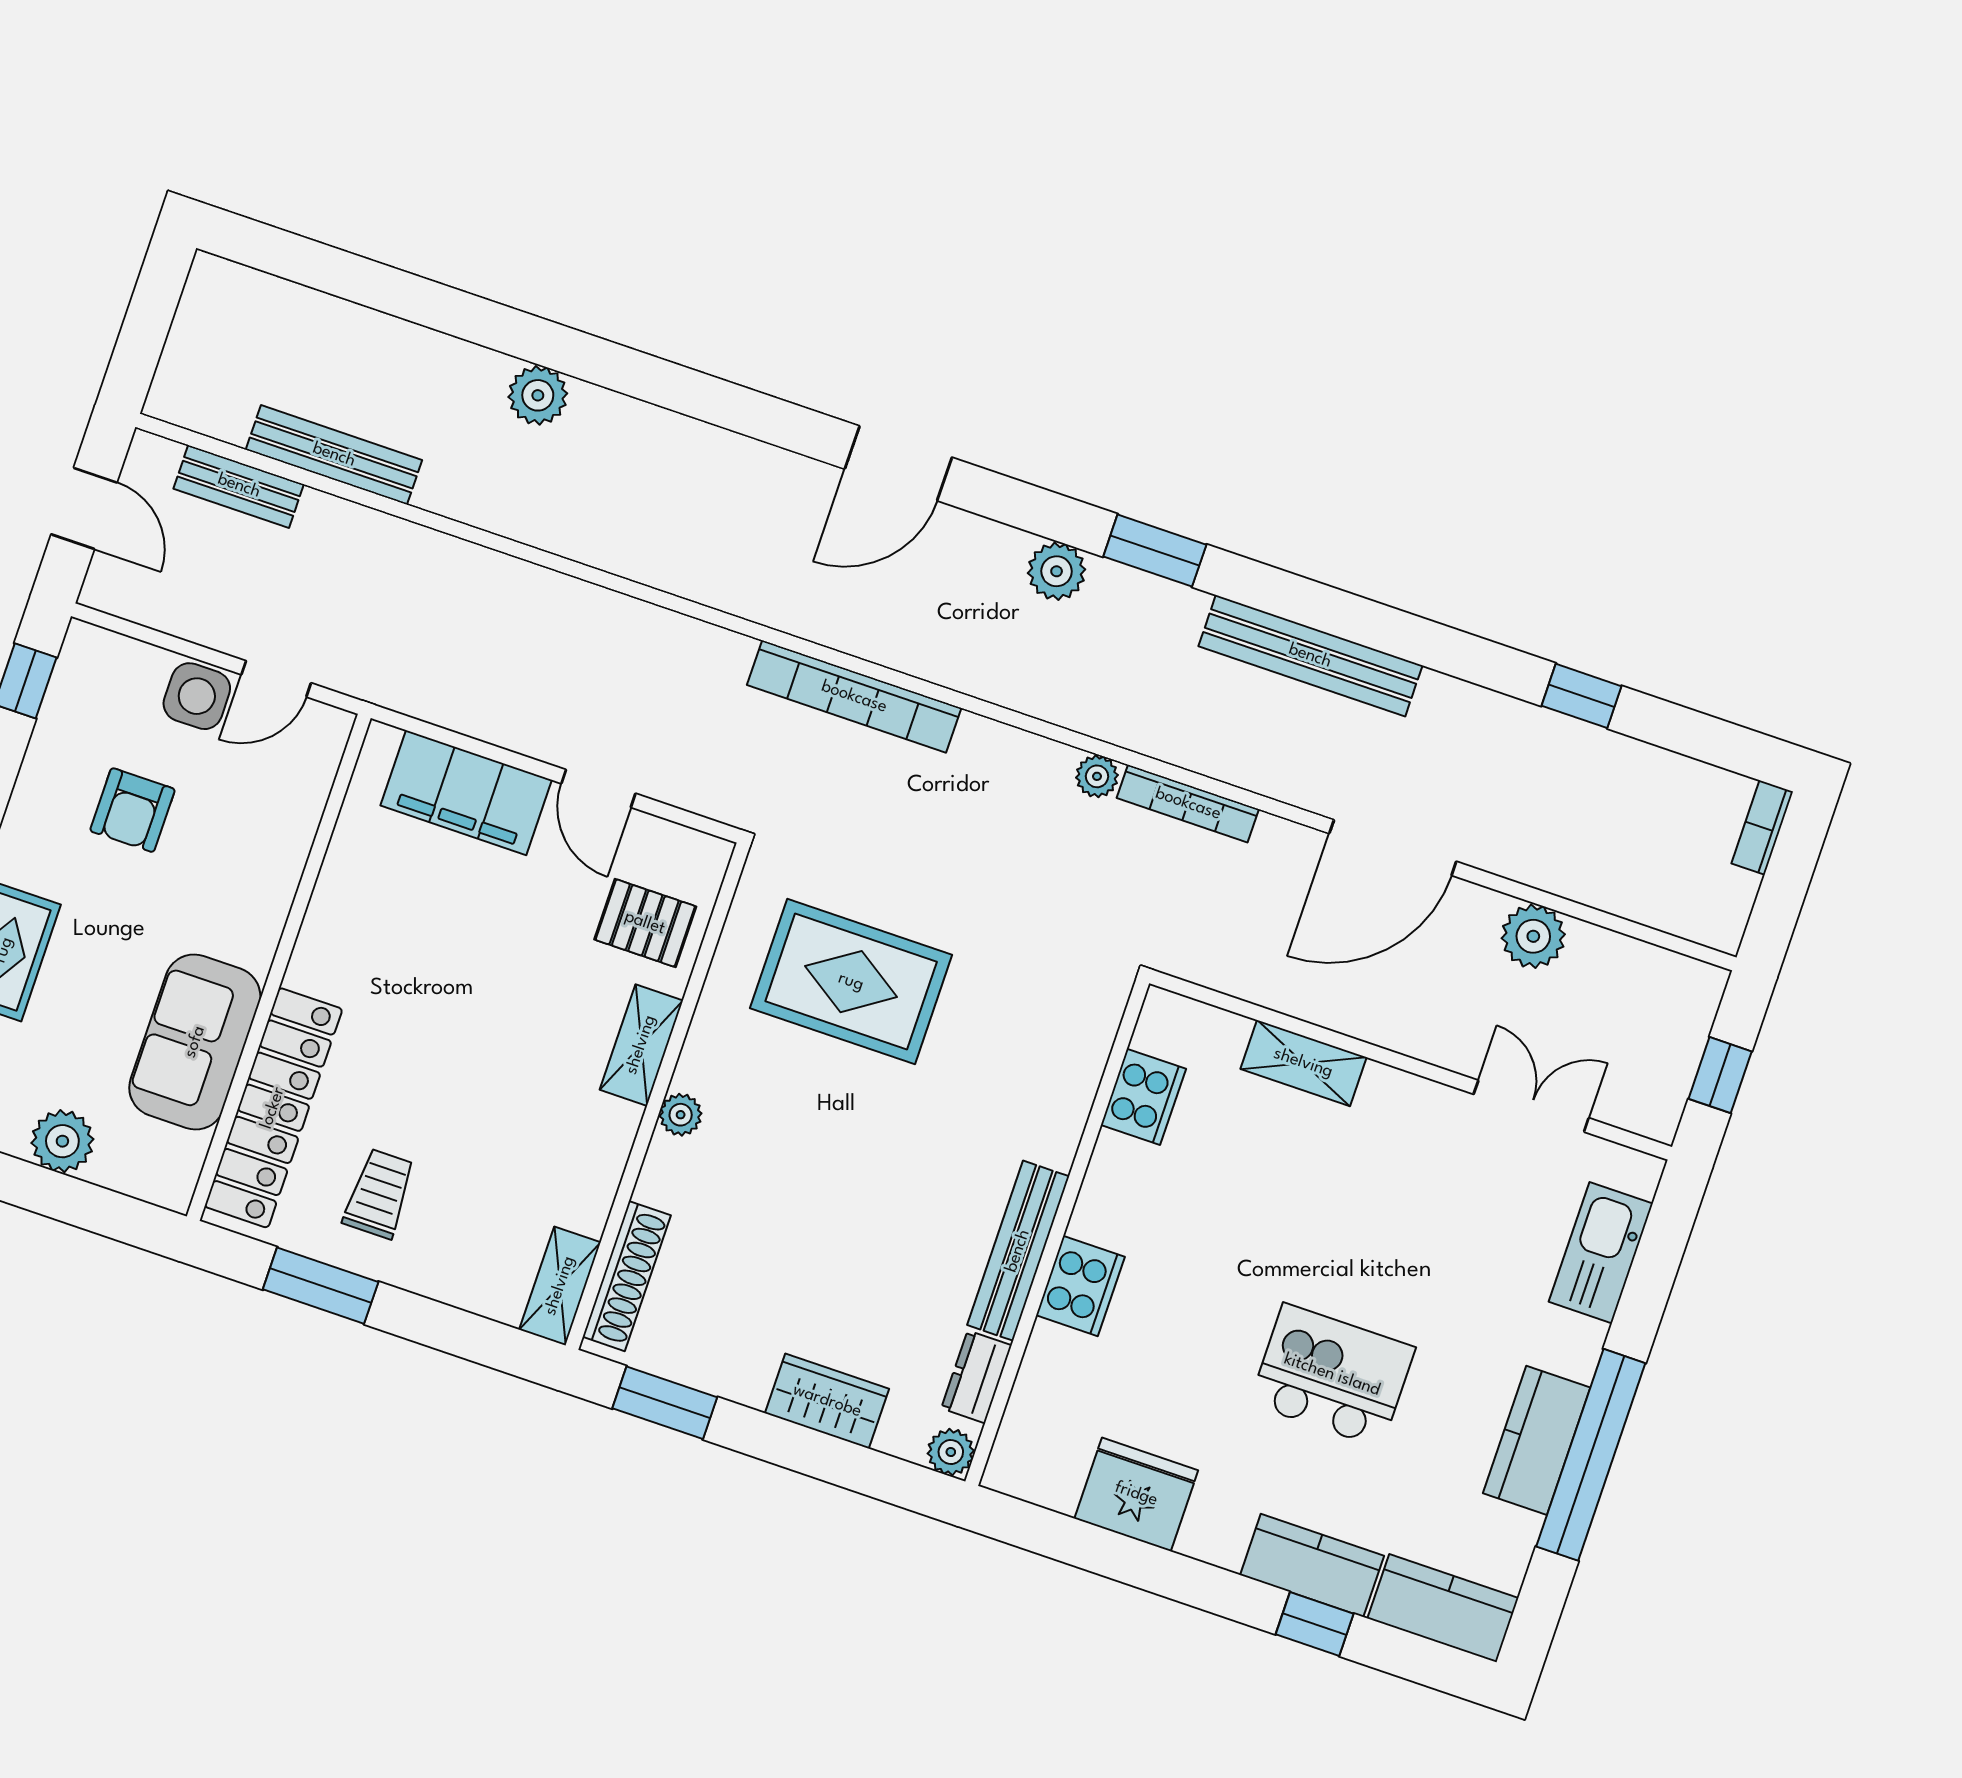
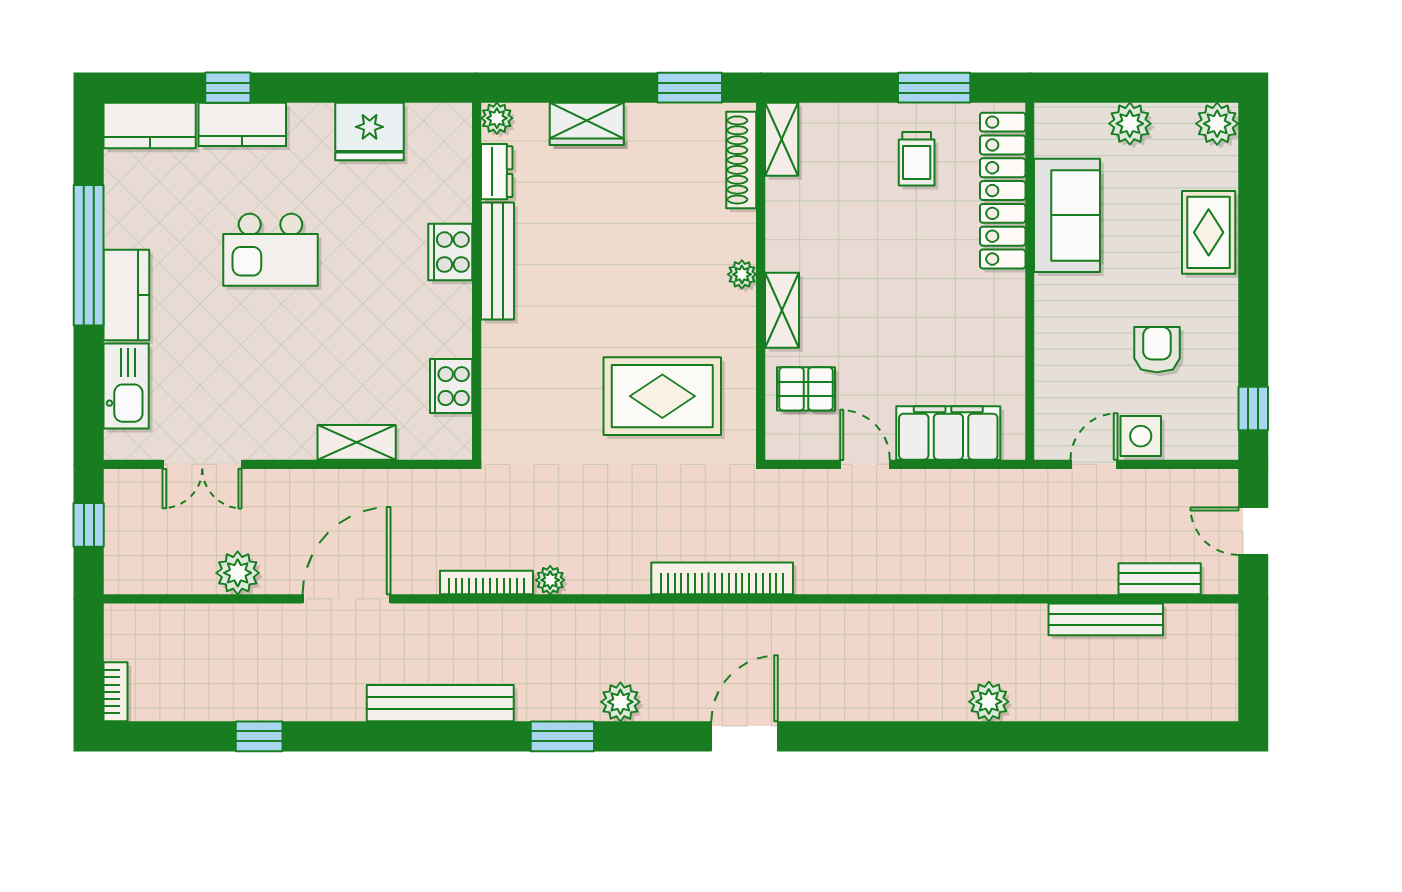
kitchen counter: (1537, 1440) -> (126, 295), moved

